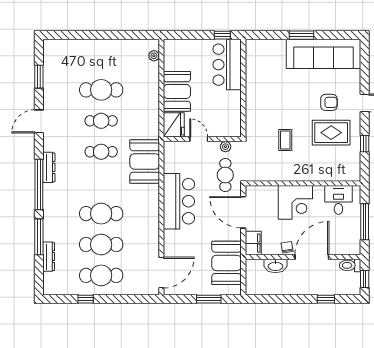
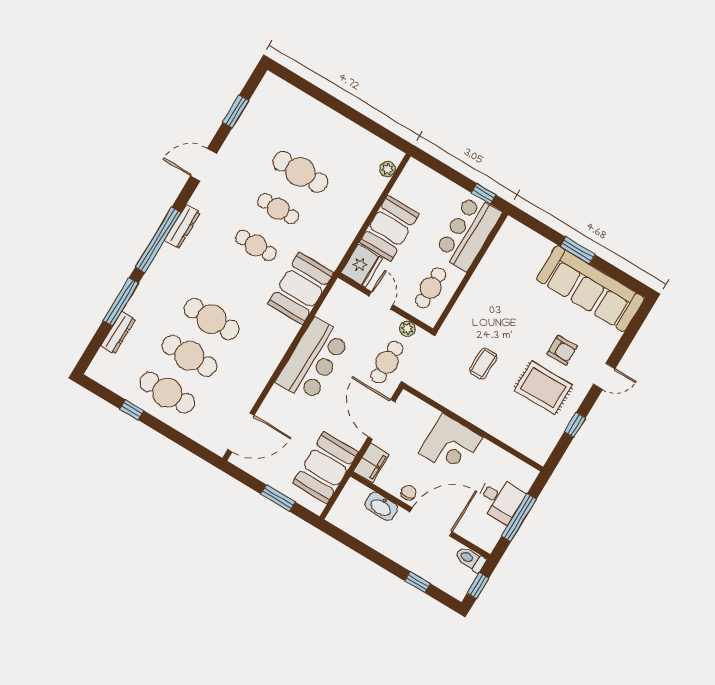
cafe table: (225, 113) -> (431, 288), added
desk: (338, 200) -> (500, 499), moved, turned 90

